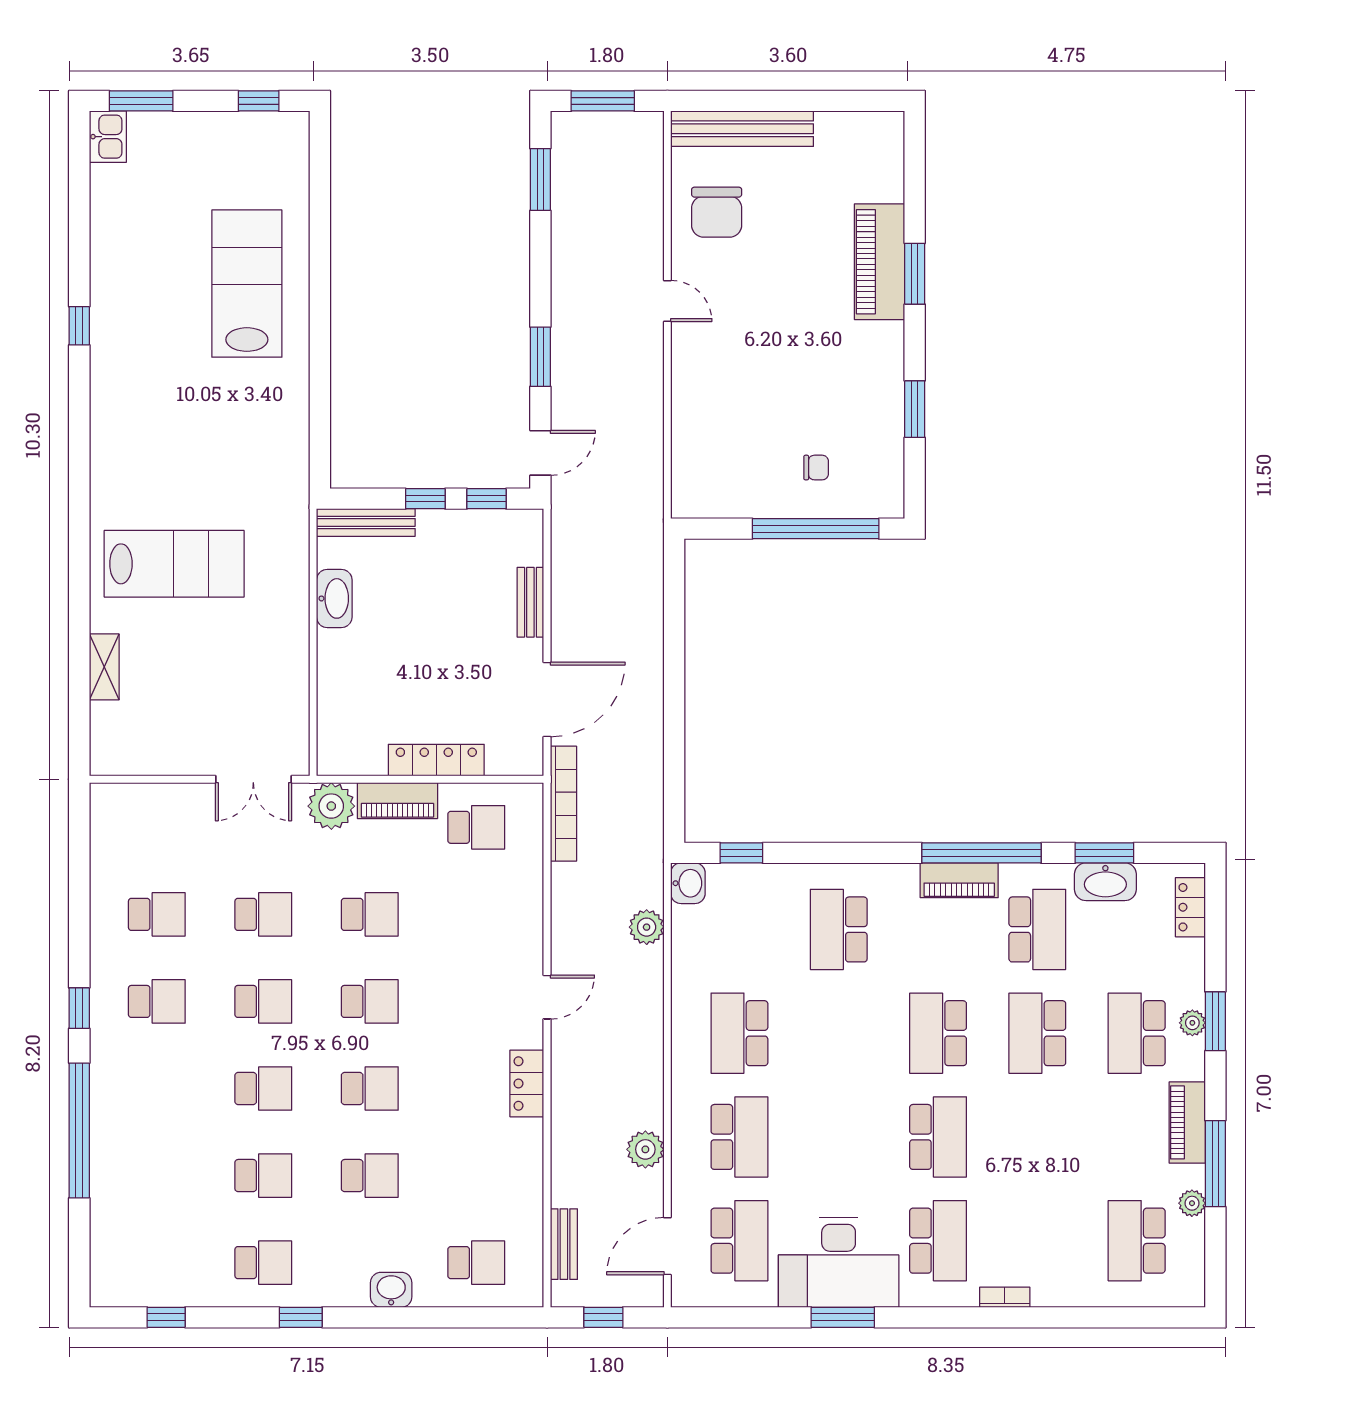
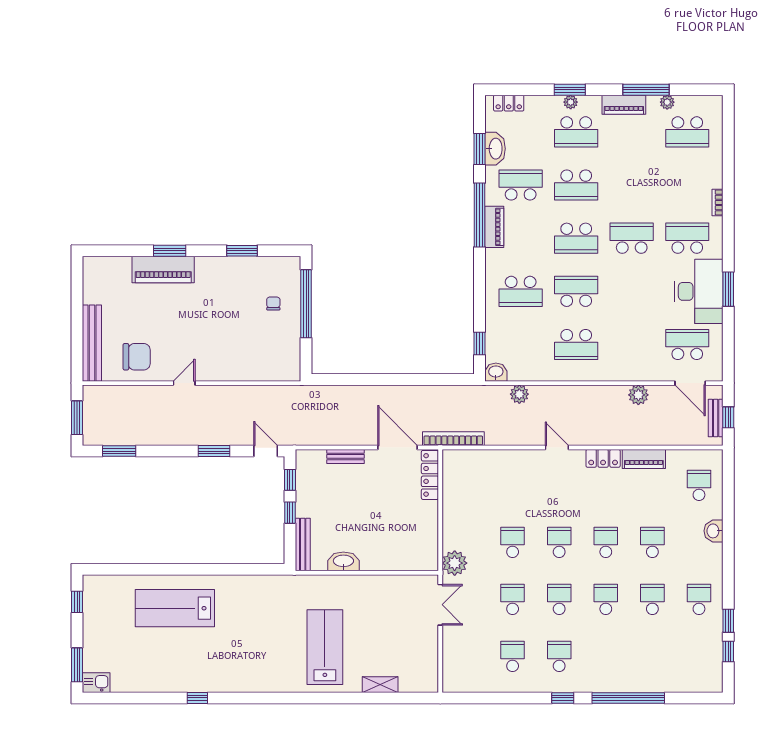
locker: (436, 760) -> (430, 475), moved
piano: (397, 801) -> (644, 459), moved, turned 90
school desk: (476, 827) -> (466, 485), removed
school desk: (739, 1137) -> (576, 291), moved
bench: (564, 1244) -> (716, 418), moved, turned 90
window: (301, 1317) -> (728, 621), moved

